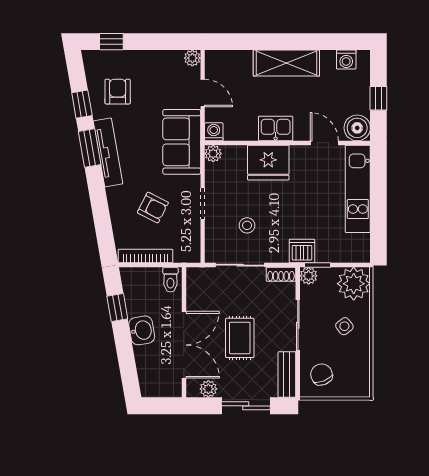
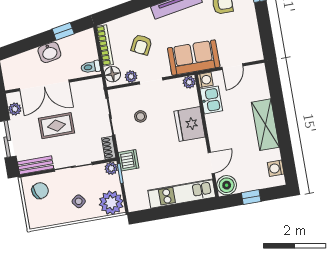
plant: (192, 58) -> (131, 77), moved
kitchen sink: (276, 129) -> (211, 100), moved
floor lamp: (185, 252) -> (113, 74), added

